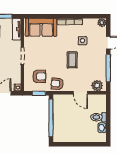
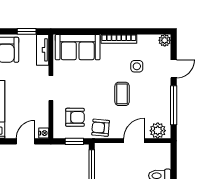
door: (81, 93) -> (134, 141), swing flipped

